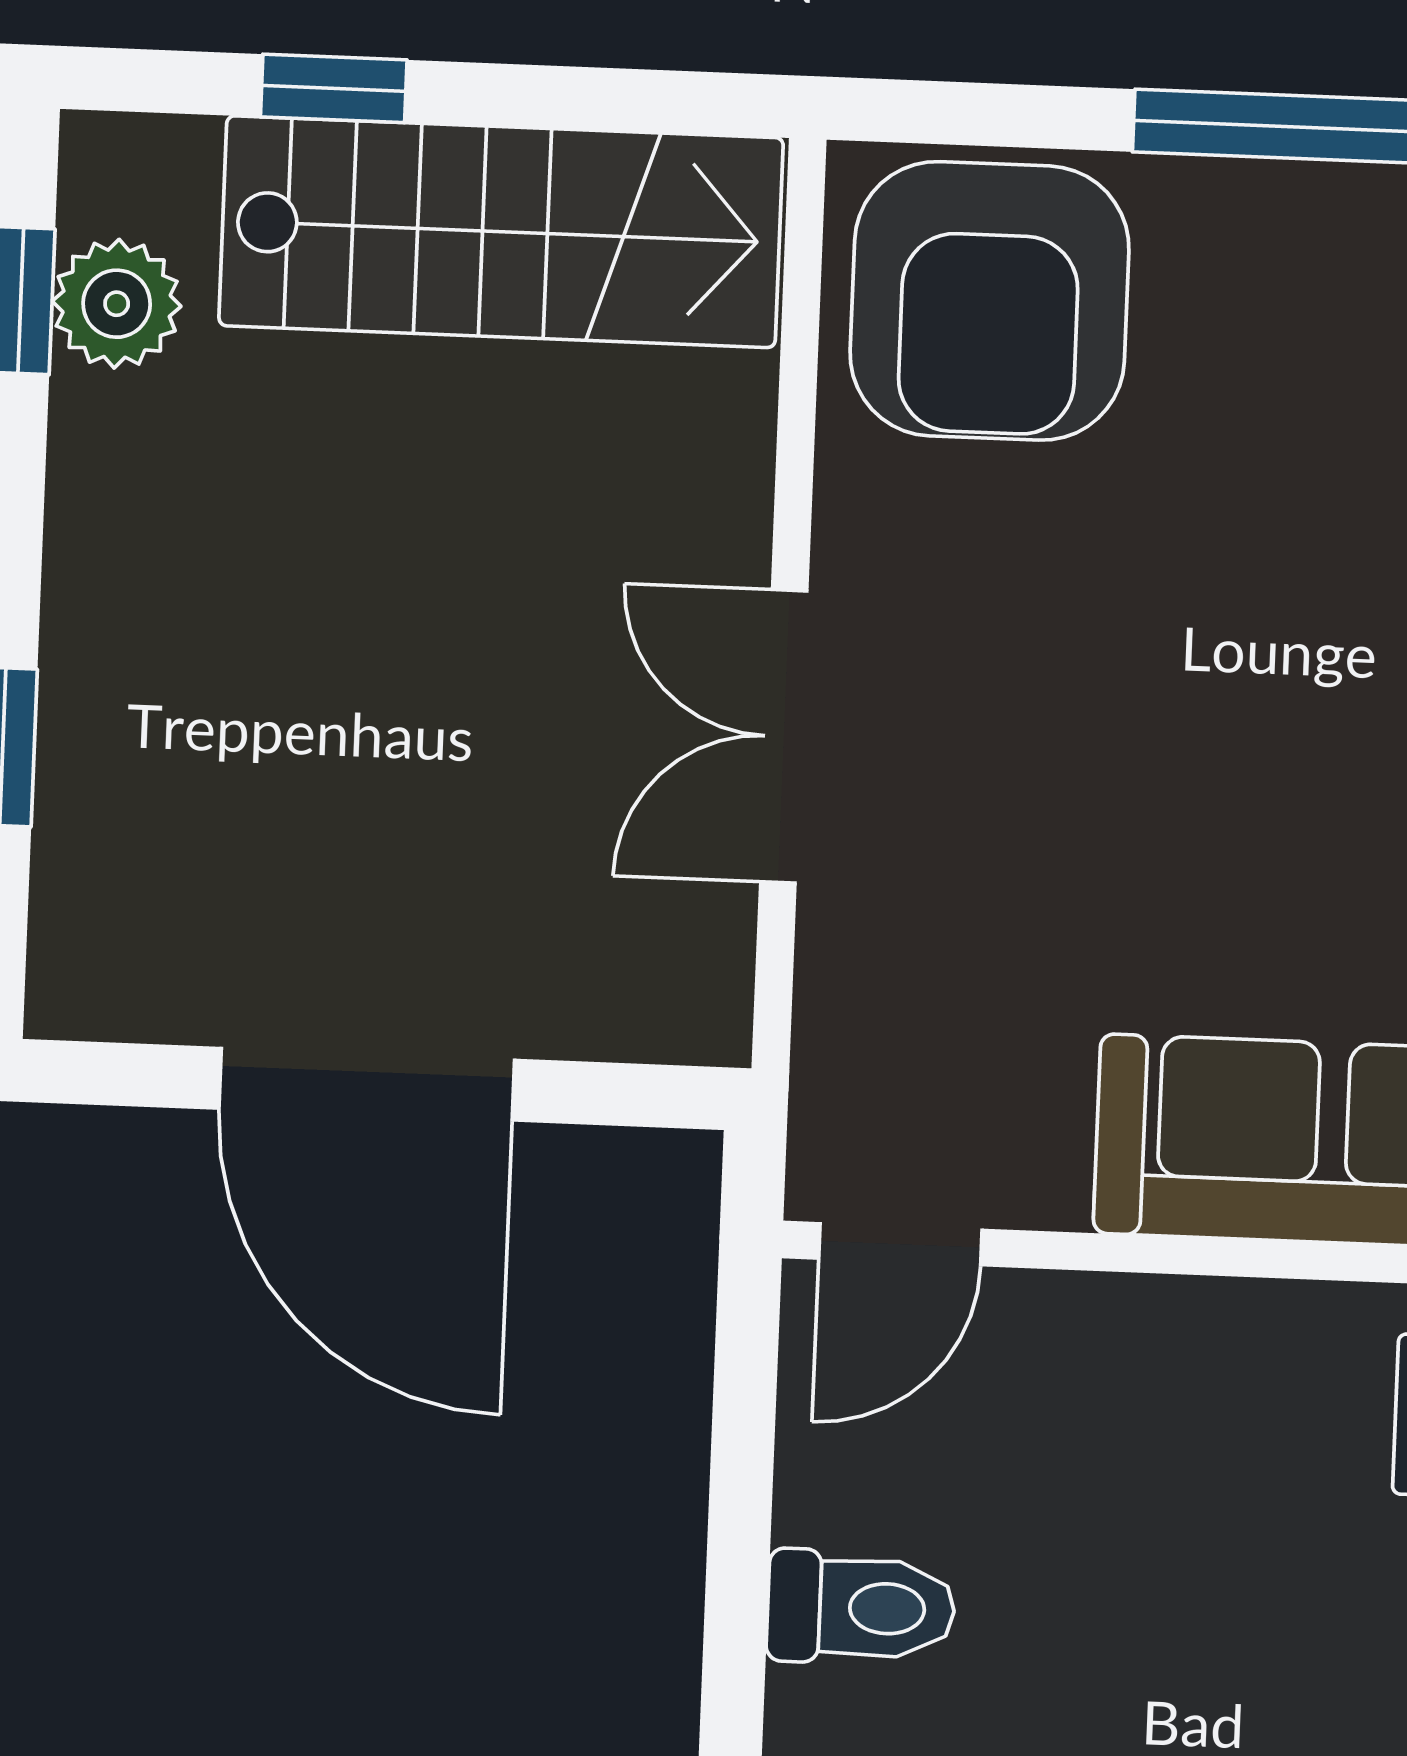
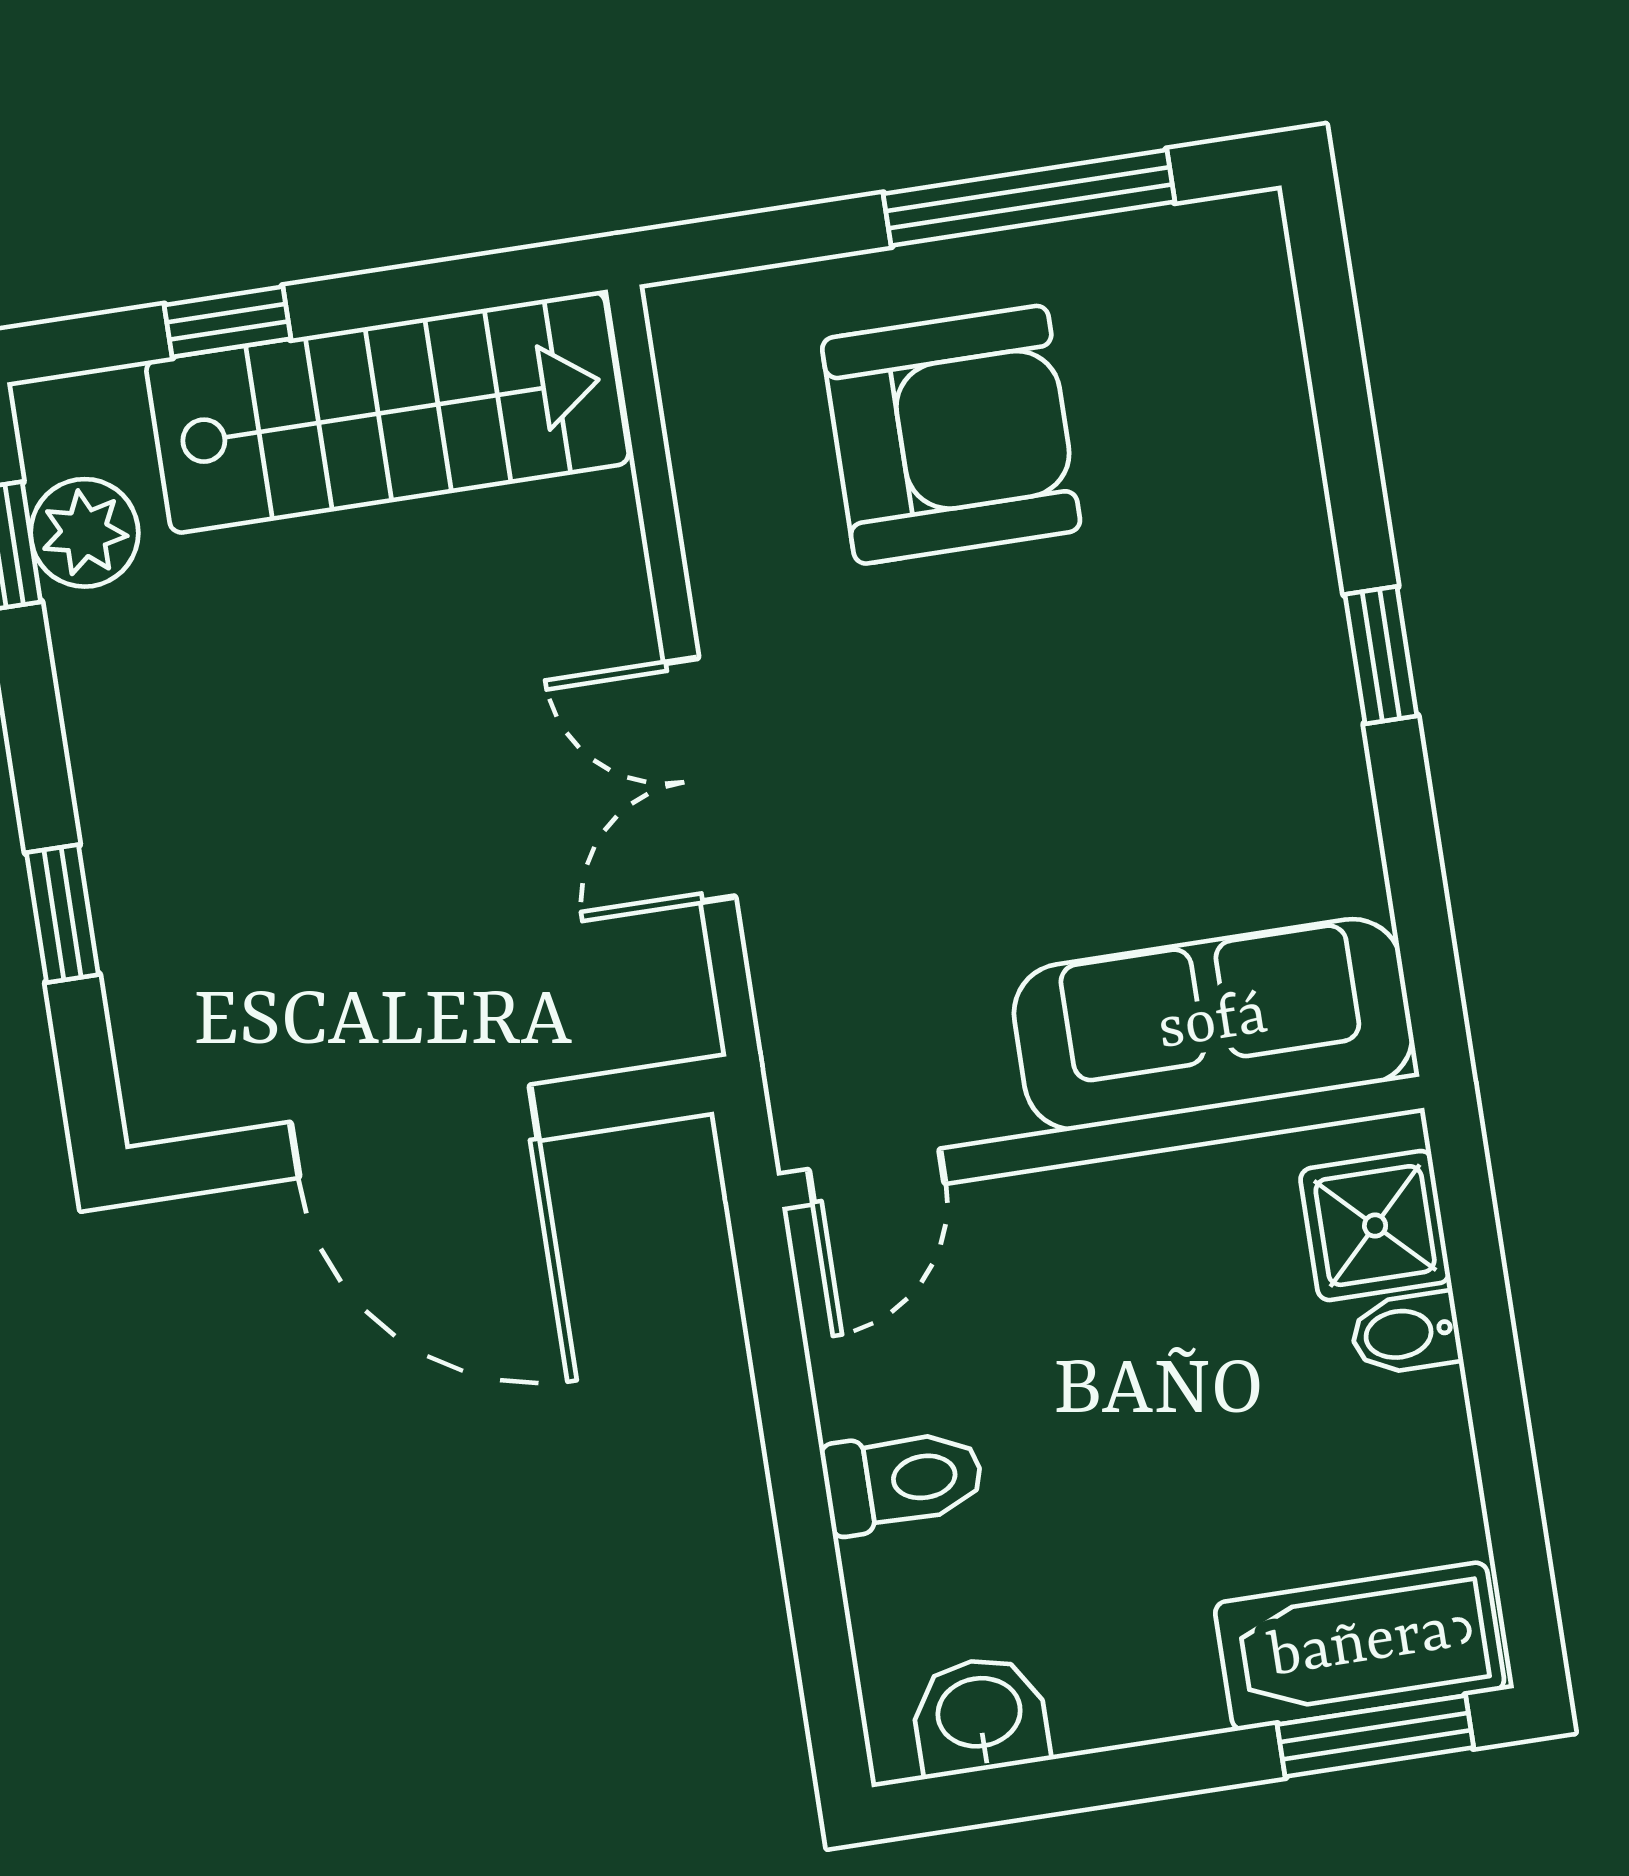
armchair: (989, 301) -> (951, 435), moved, turned -90

